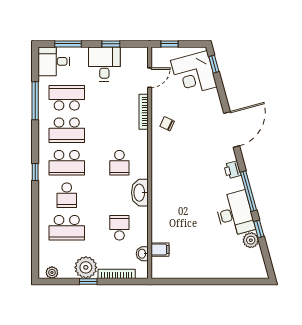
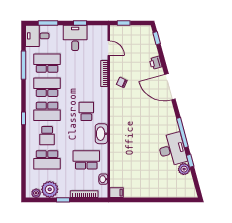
corner desk: (194, 74) -> (142, 45), removed
door: (150, 78) -> (109, 48), hinge flipped
school desk: (67, 130) -> (47, 87), turned 180
door: (232, 130) -> (170, 87), swing flipped
school desk: (119, 163) -> (86, 111), turned 180
printer: (232, 170) -> (156, 63), moved
school desk: (119, 228) -> (86, 160), width x1.85
filing cabinet: (160, 250) -> (116, 193), moved
plant: (86, 267) -> (50, 189), moved

